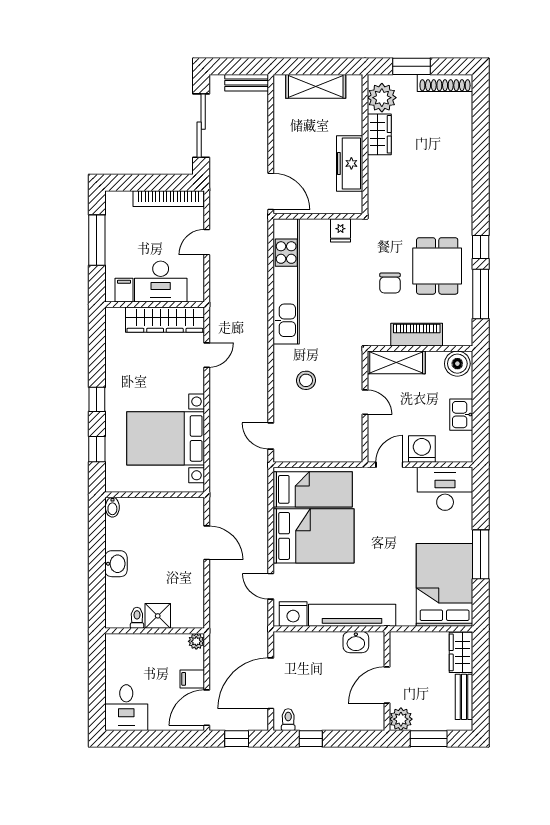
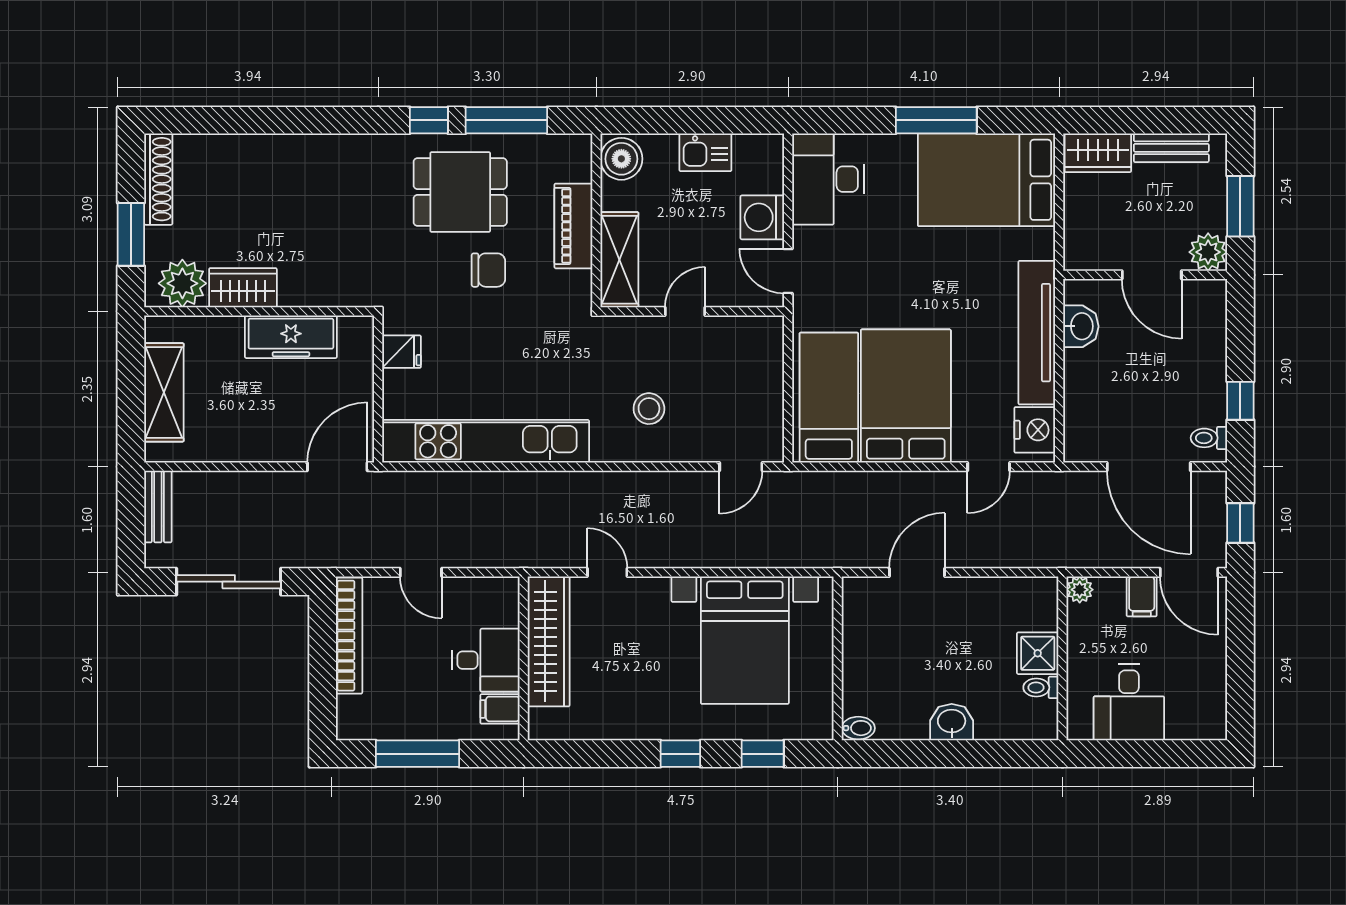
desk: (161, 281) -> (486, 660), width x0.73
desk: (126, 708) -> (1129, 702), moved, turned 90

